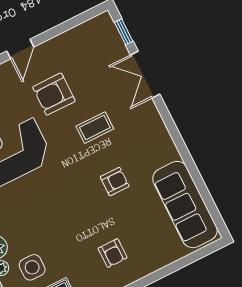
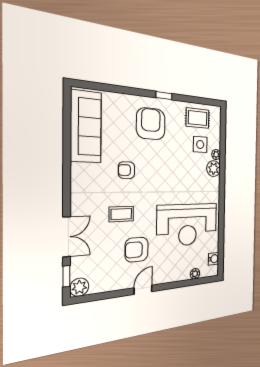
plant: (103, 25) -> (79, 287), added
armchair: (54, 94) -> (137, 250), turned 180
armchair: (113, 253) -> (151, 124), width x1.88, depth x1.88

